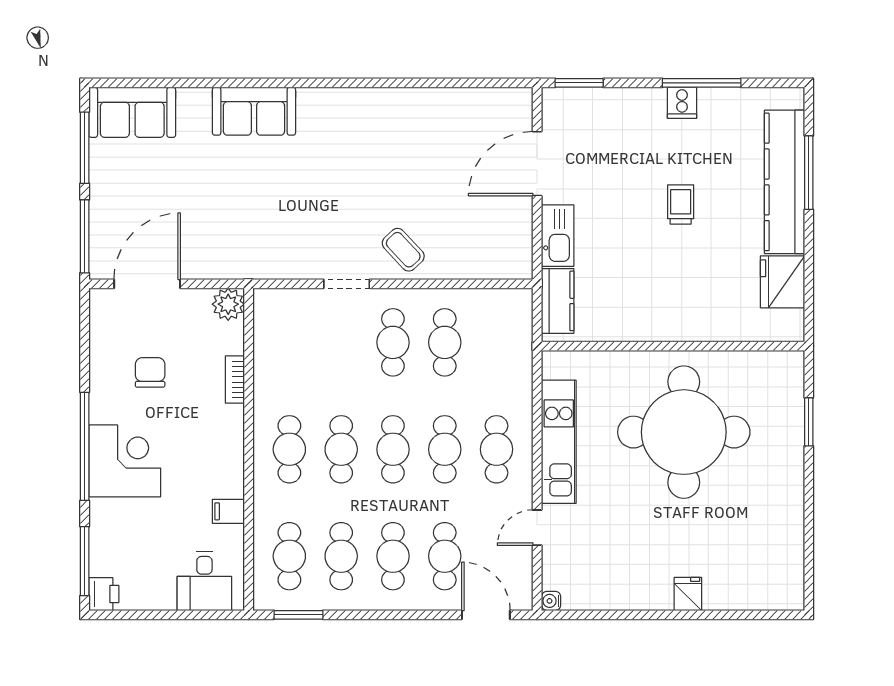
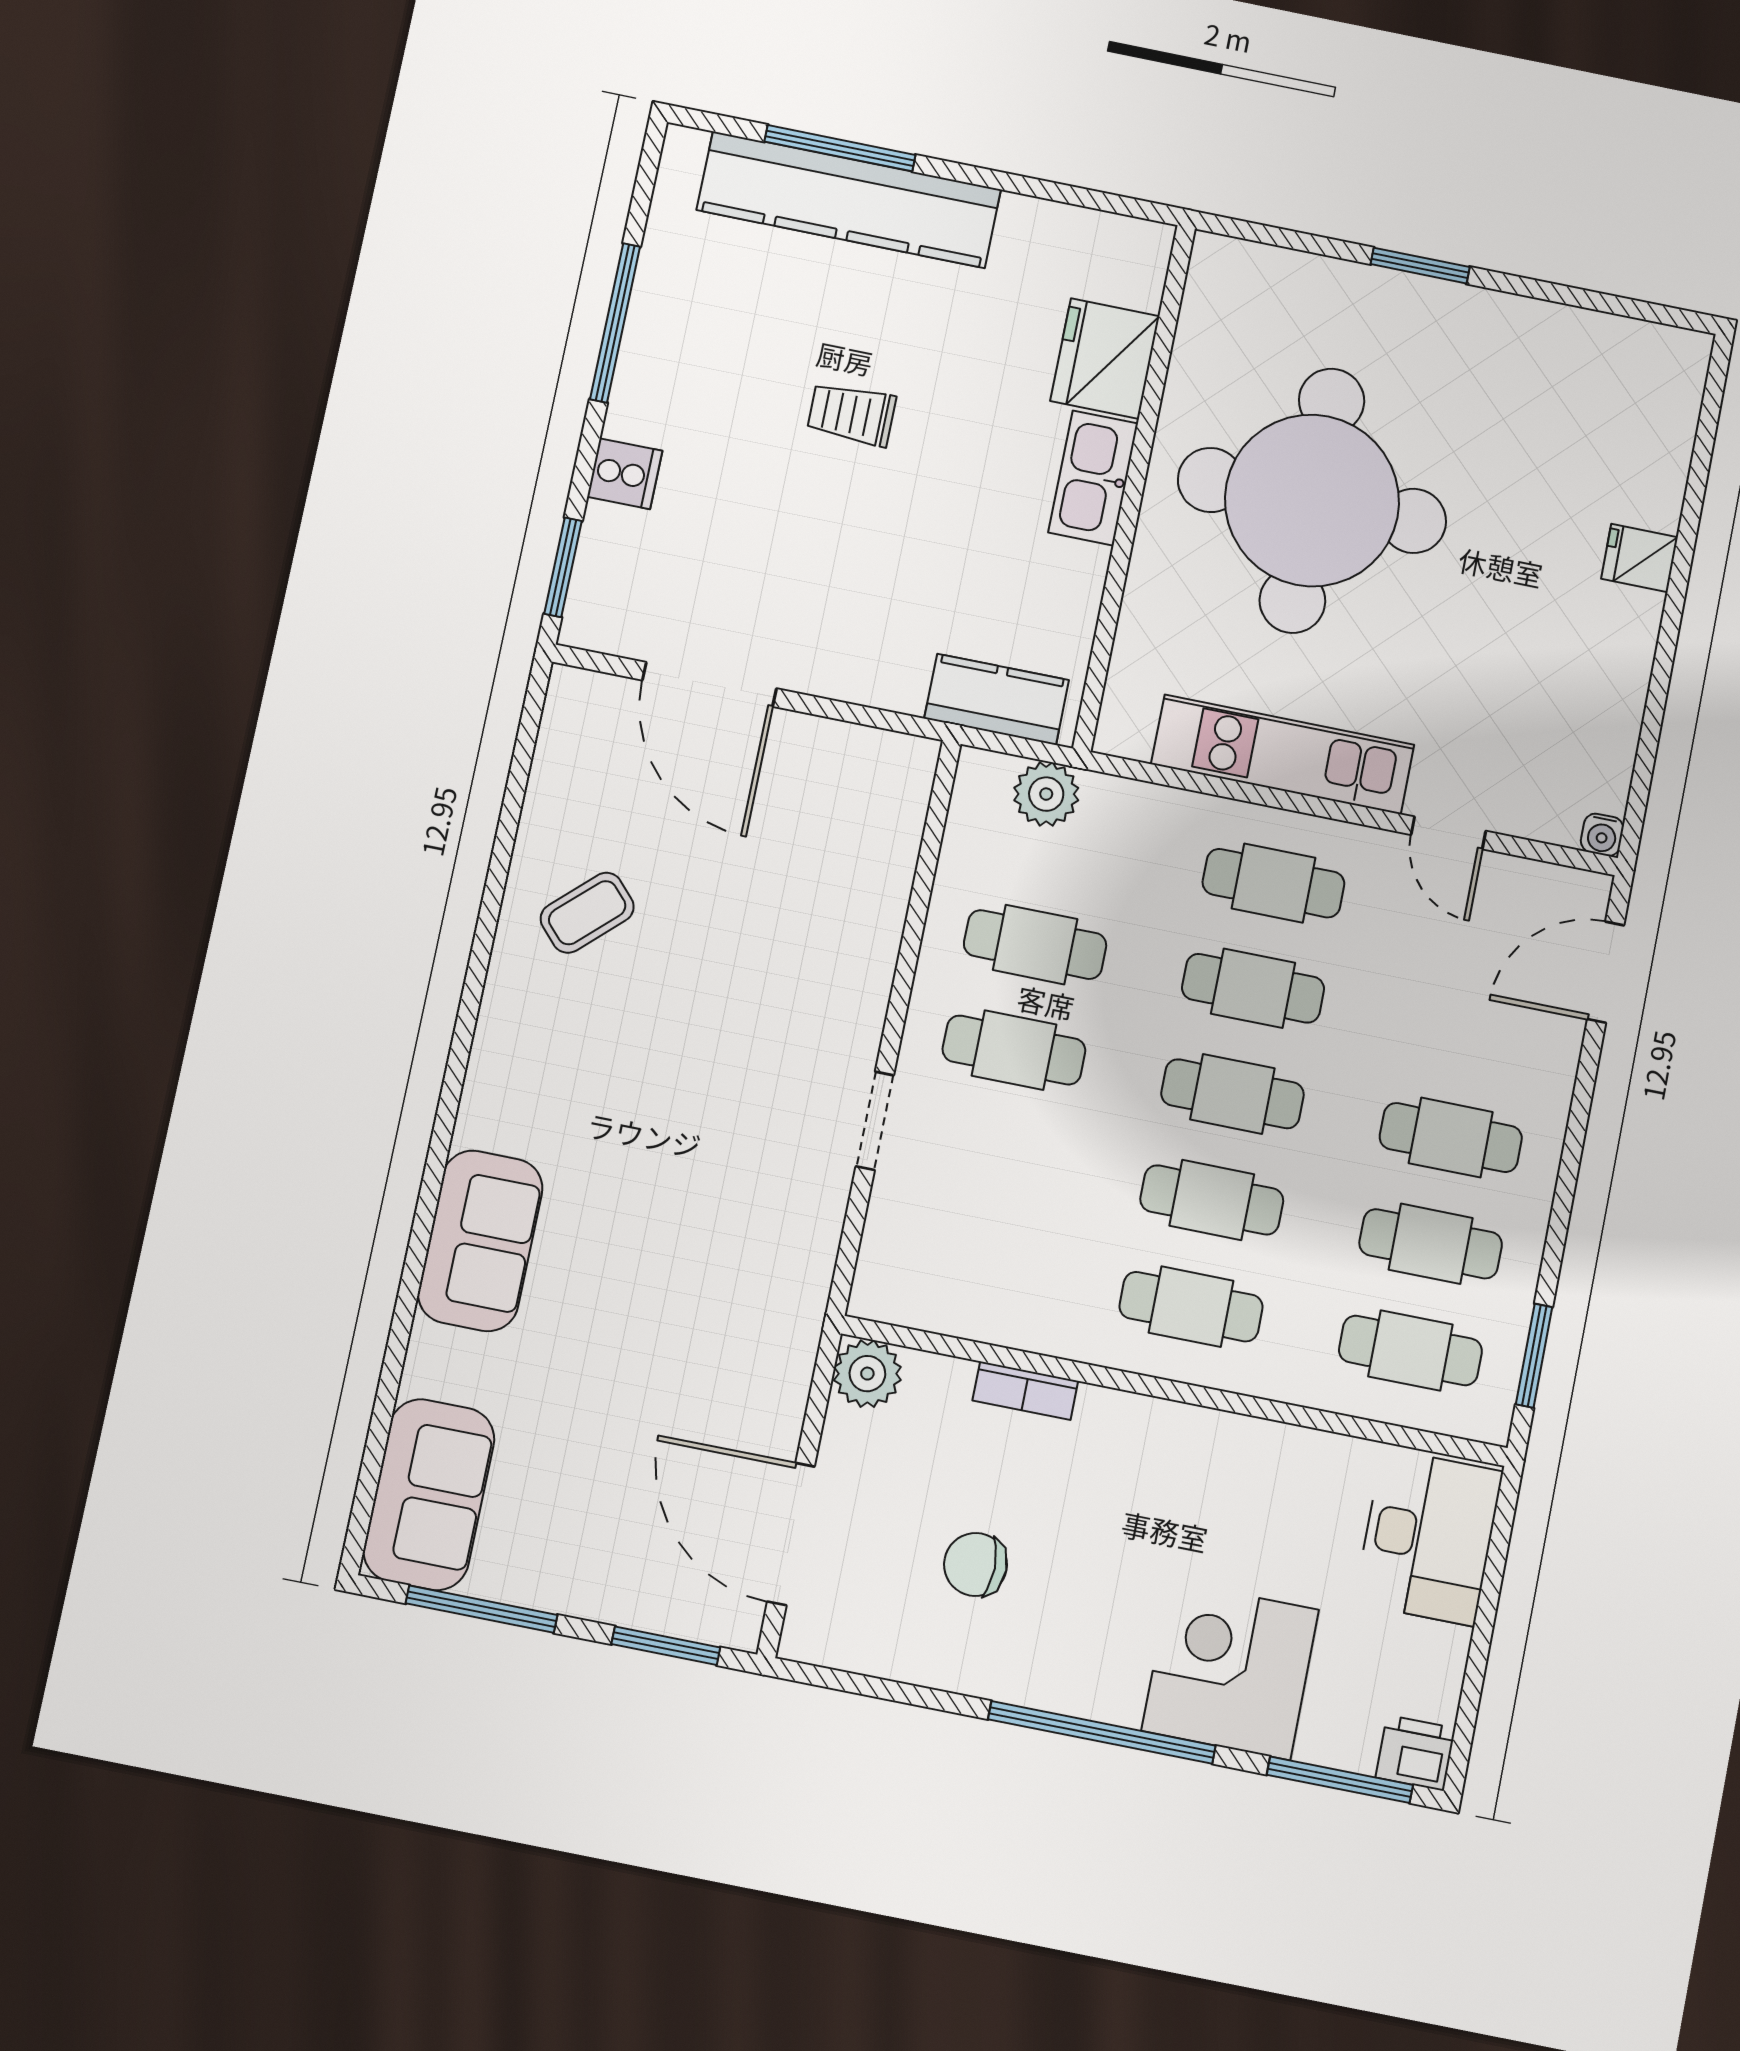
cooker: (682, 103) -> (625, 474), moved
window: (85, 236) -> (666, 1646), width x0.69
kitchen sink: (558, 236) -> (1093, 478), moved, turned -90
coffee table: (403, 250) -> (587, 913), moved
fridge: (782, 282) -> (1105, 359), moved, turned 90
plant: (517, 333) -> (1046, 794), added
window: (809, 422) -> (1420, 266), moved
corner desk: (125, 461) -> (1230, 1670), moved
filing cabinet: (228, 511) -> (1294, 1458), removed
cafe table: (445, 556) -> (1471, 1032), removed
desk: (204, 581) -> (1428, 1537), width x1.37

